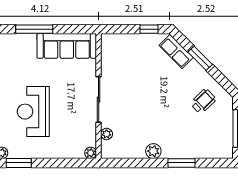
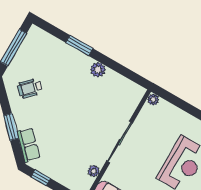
plant: (107, 134) -> (94, 171), moved

